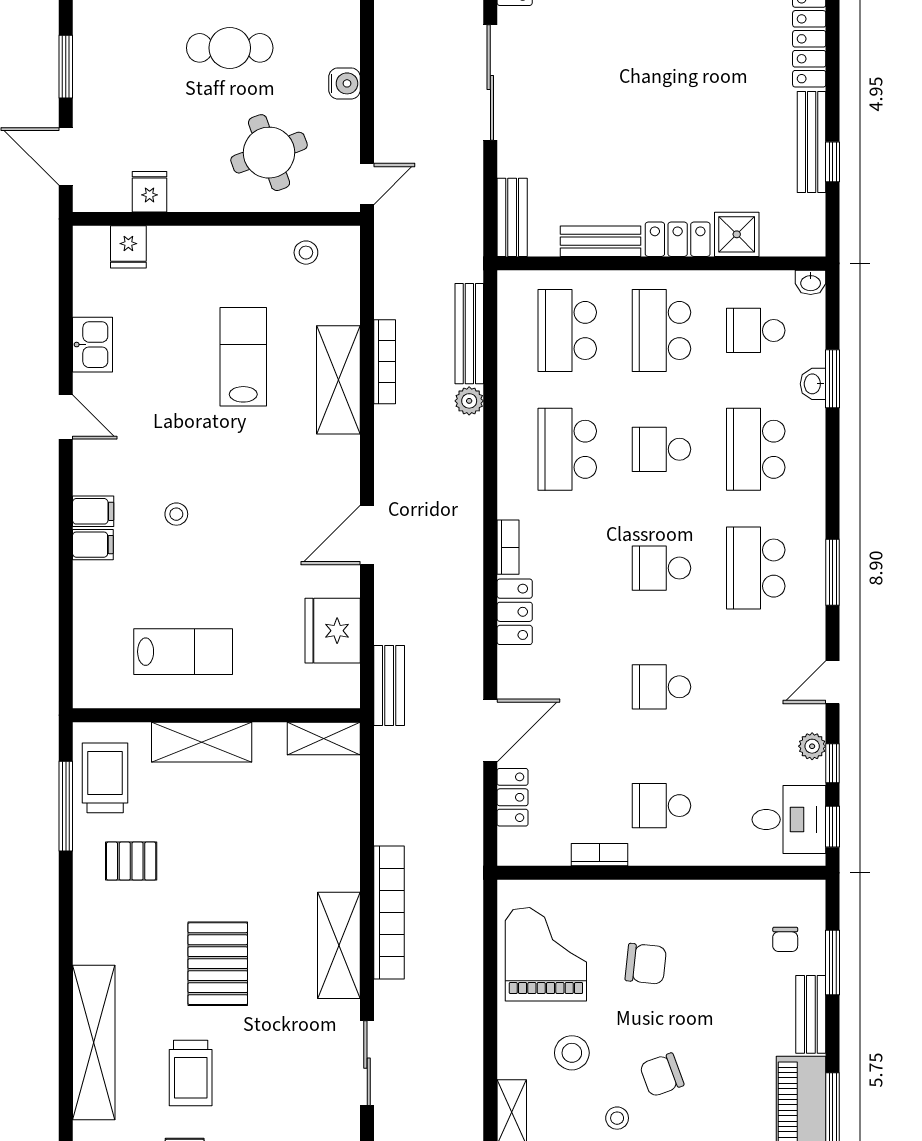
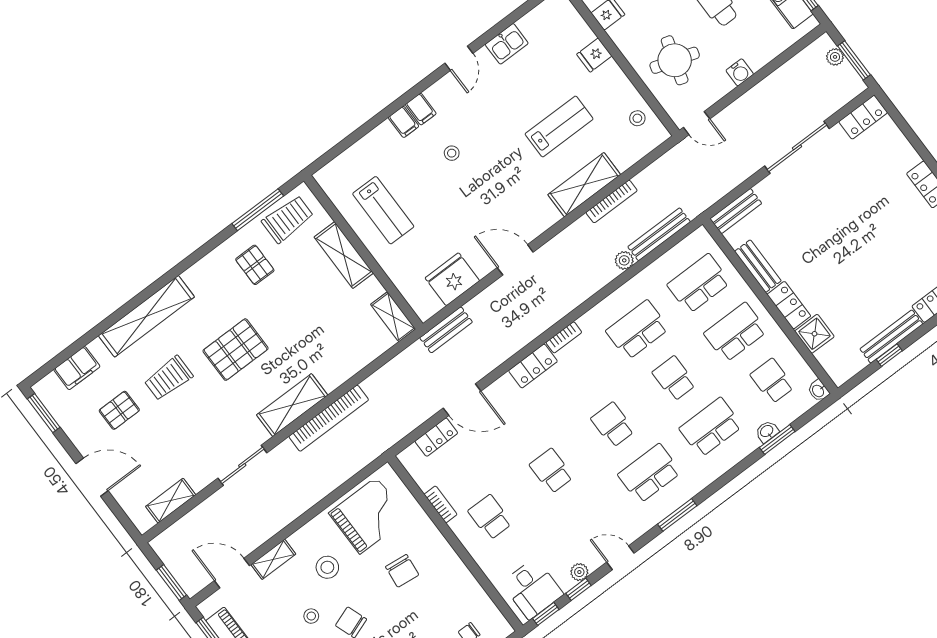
round table: (269, 153) -> (675, 60), turned 37
fridge: (128, 247) -> (594, 55), moved

